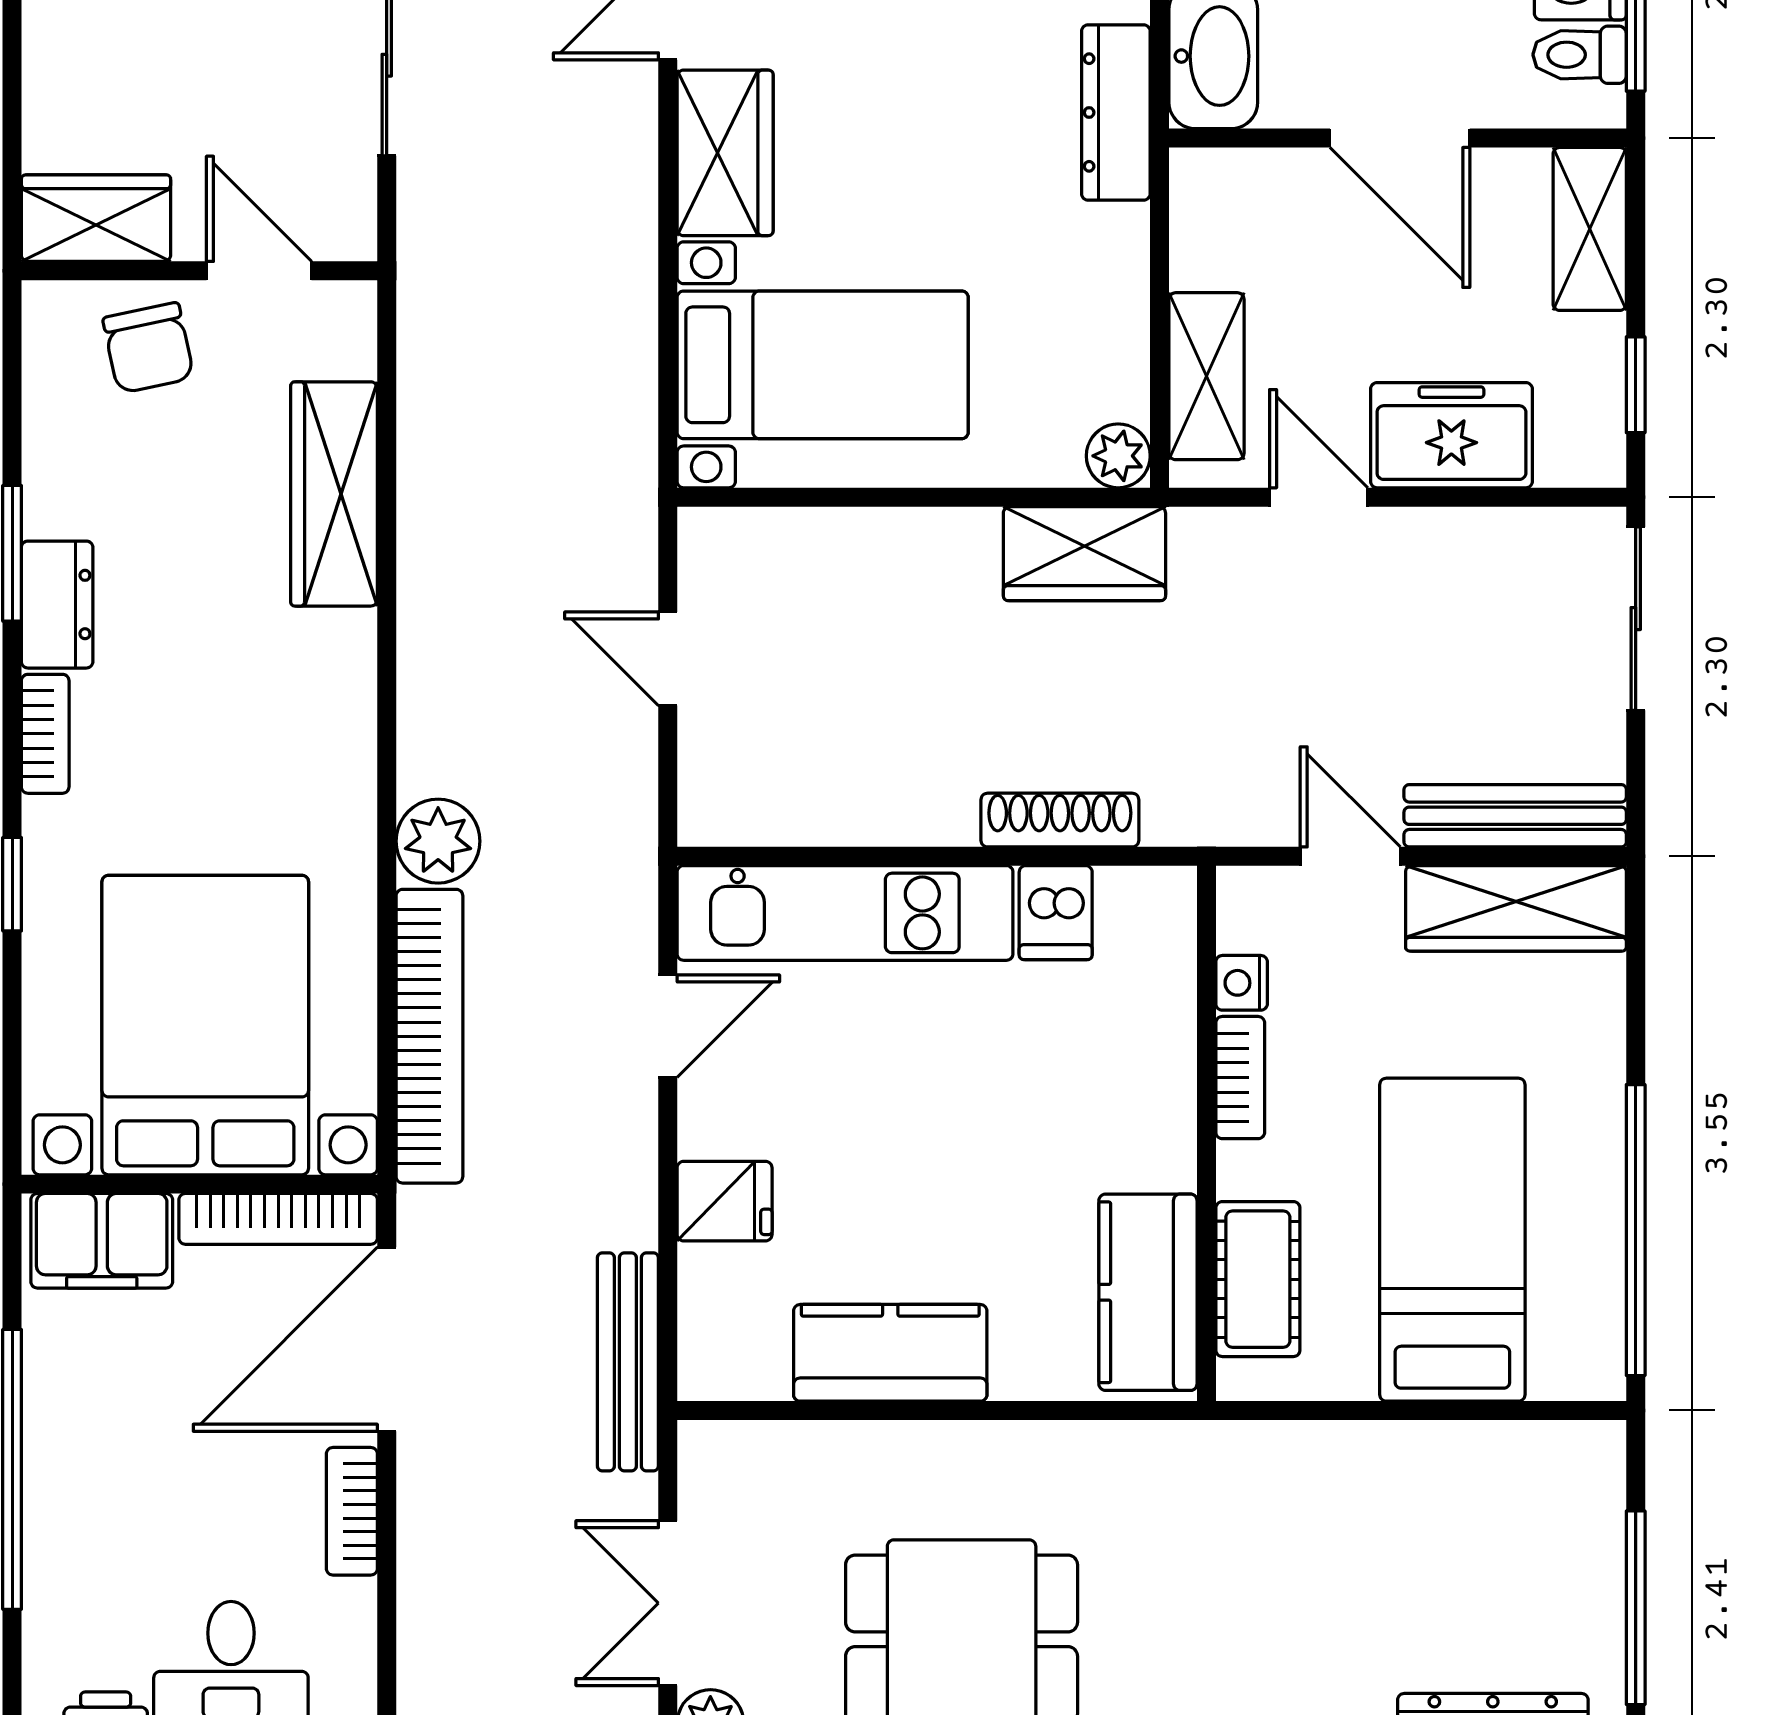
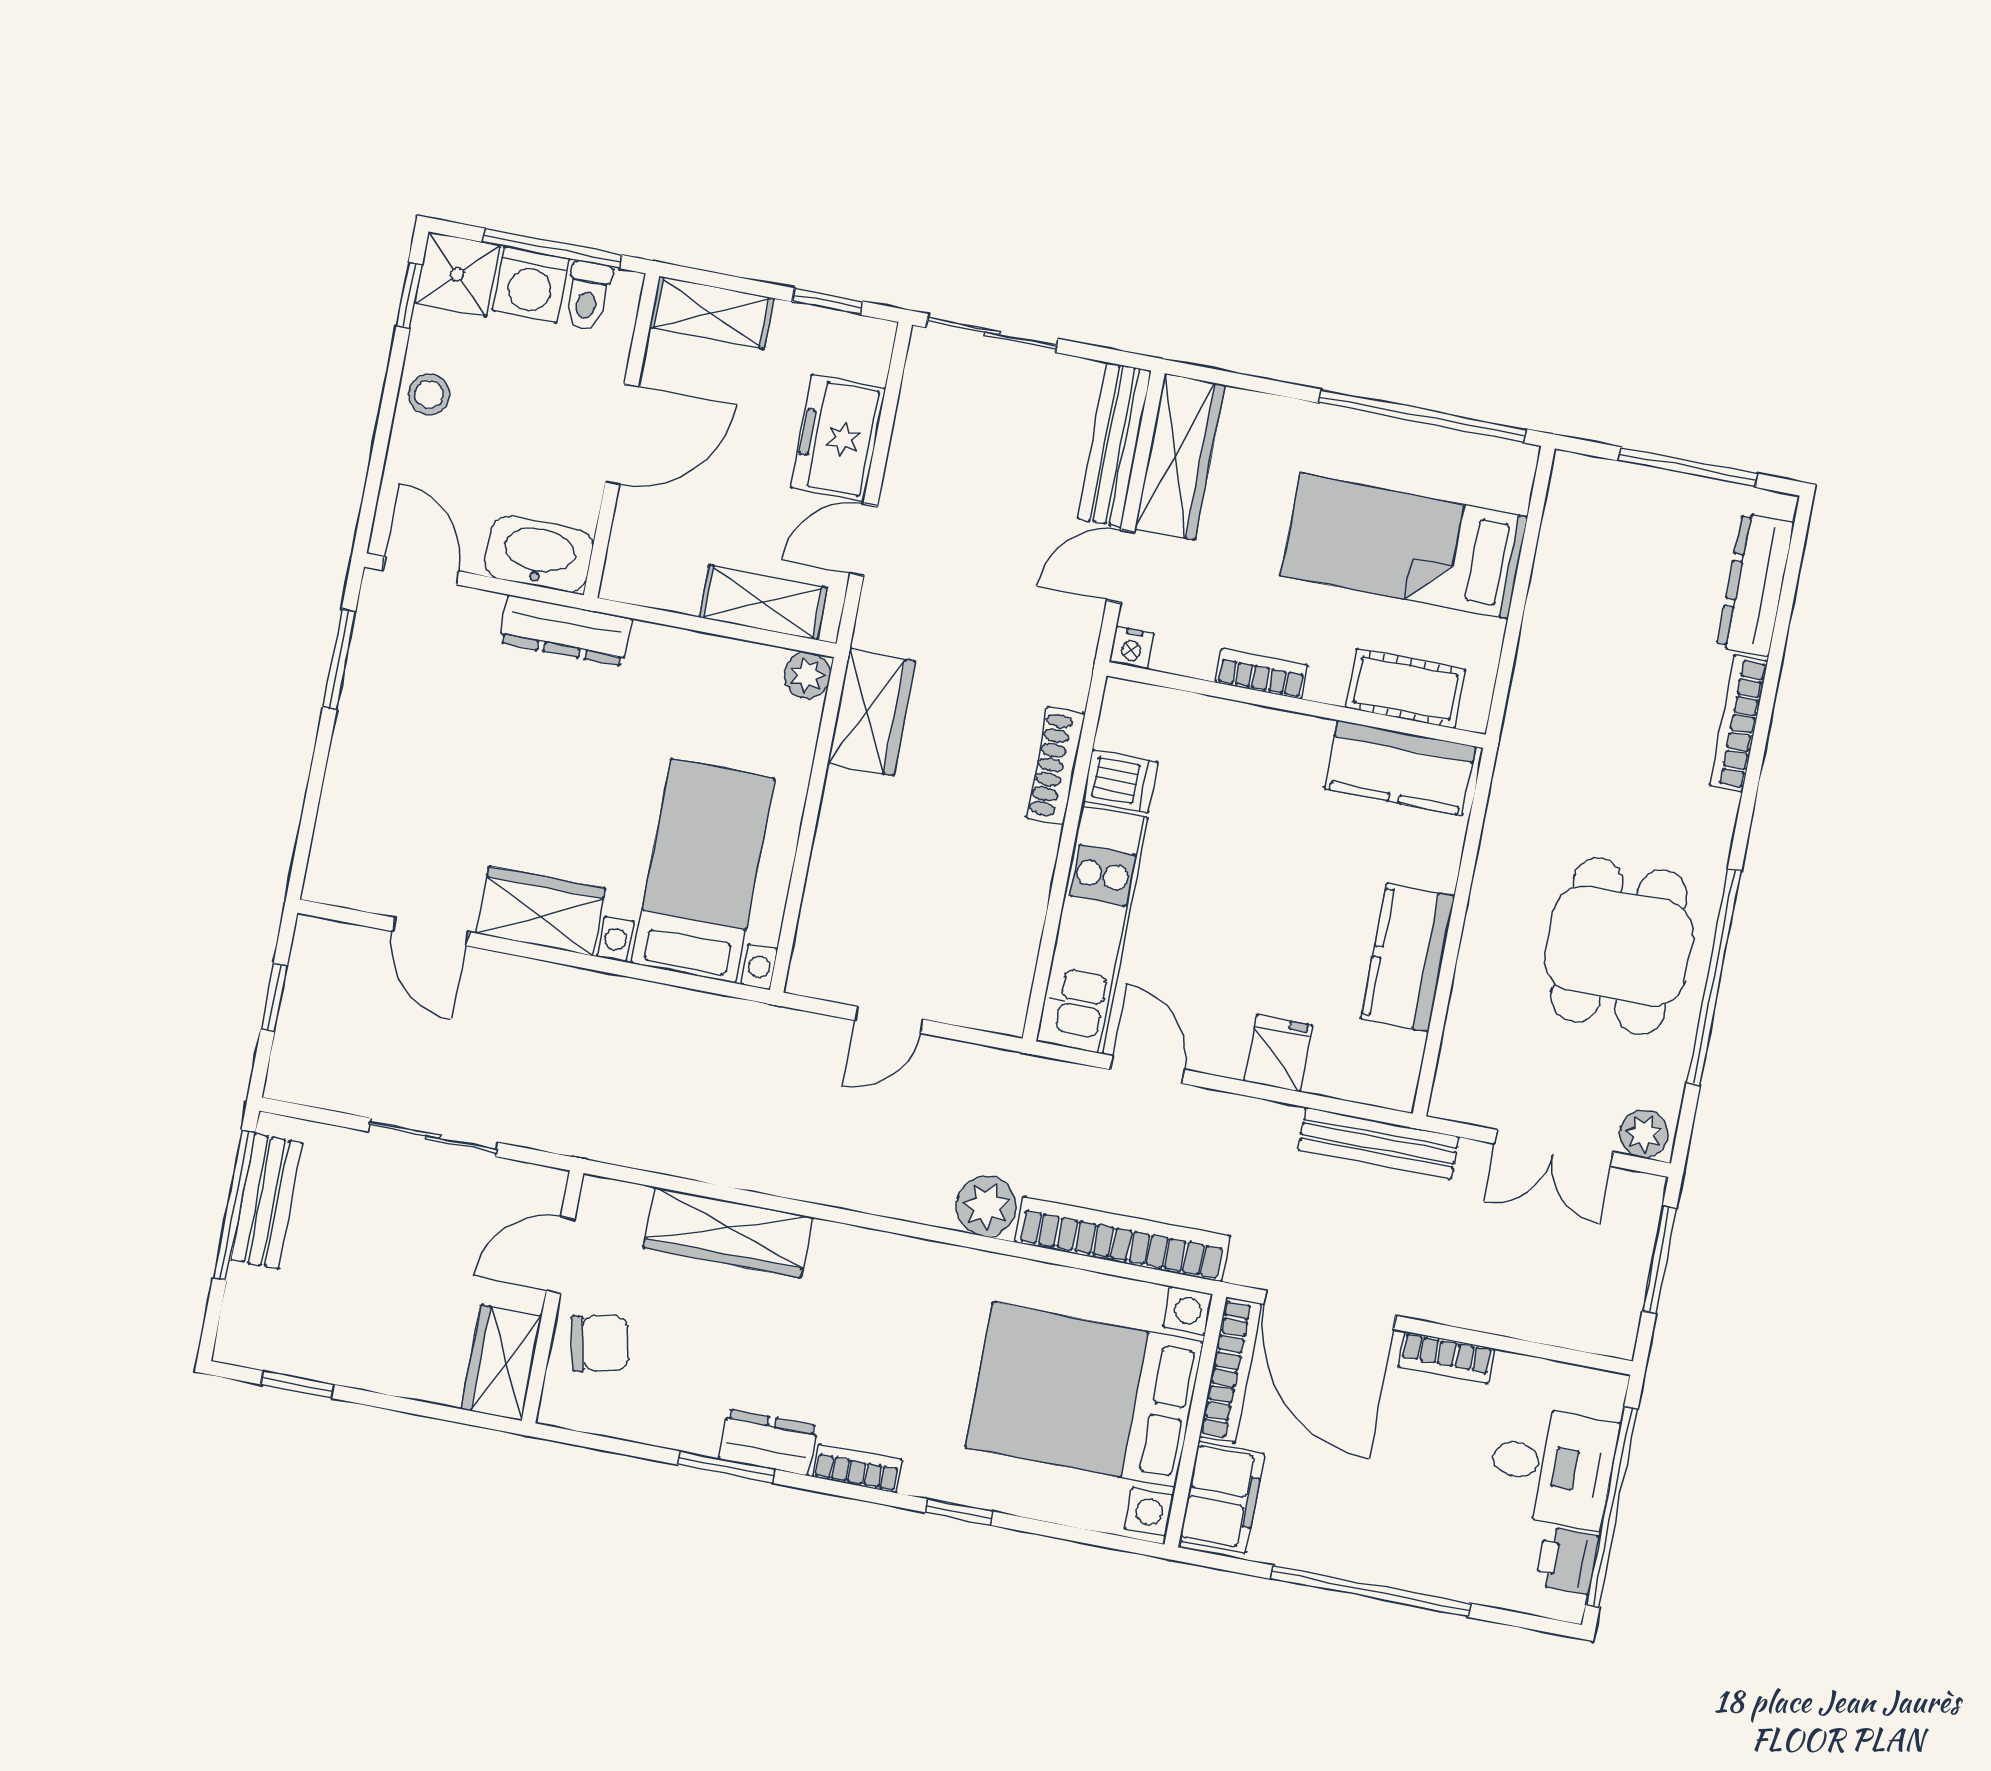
nightstand: (1242, 983) -> (1132, 648), moved

